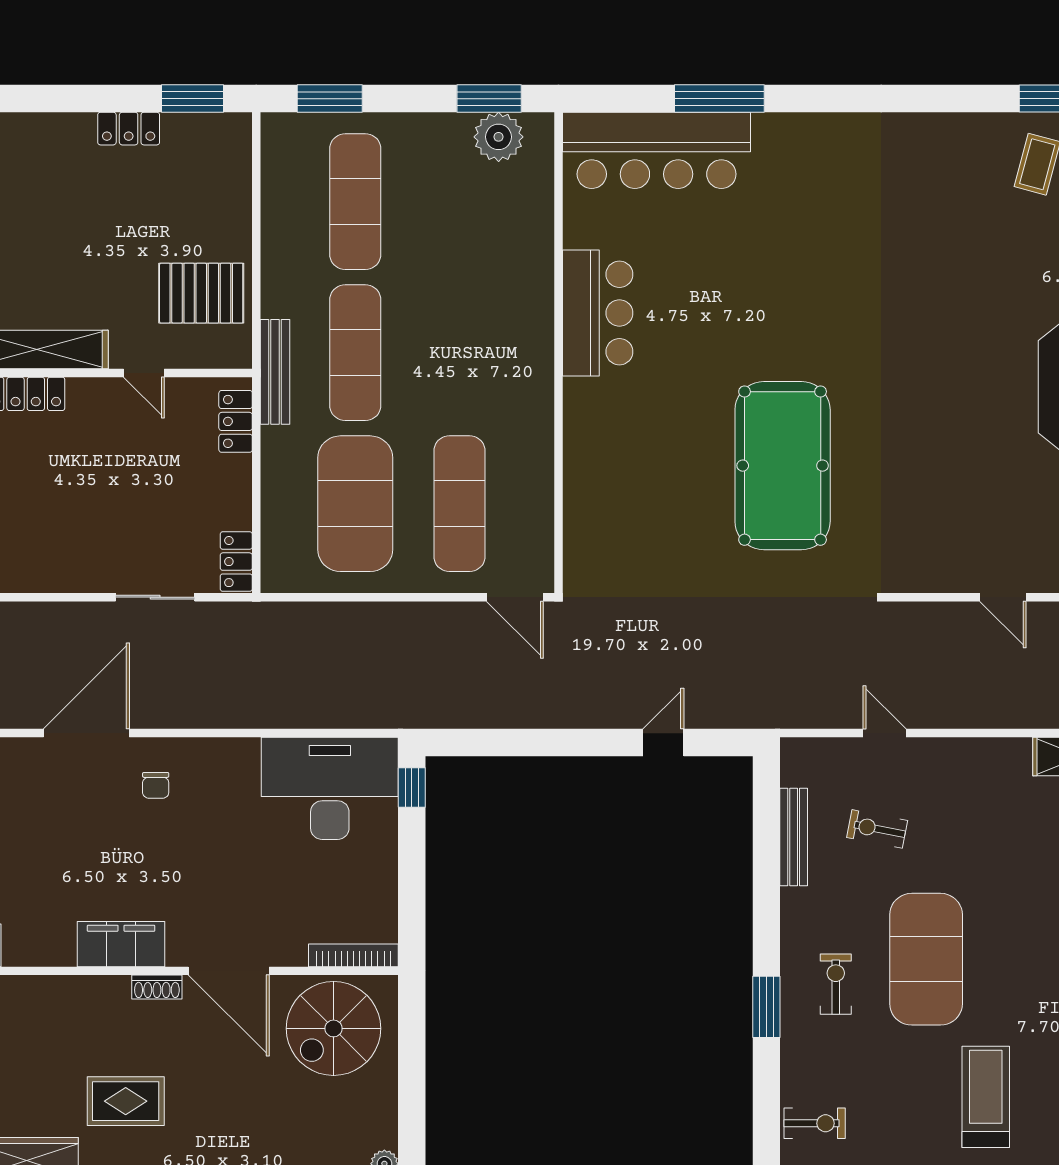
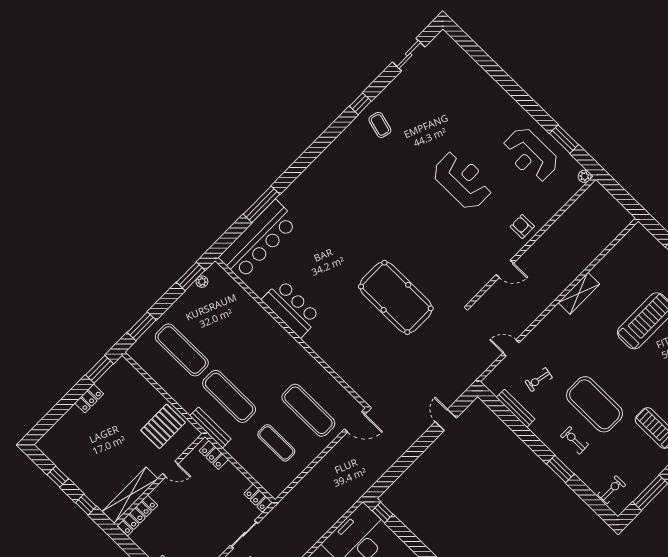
plant: (499, 137) -> (202, 282), width x0.53, depth x0.53
exercise mat: (355, 504) -> (276, 443), width x0.50, depth x0.69

